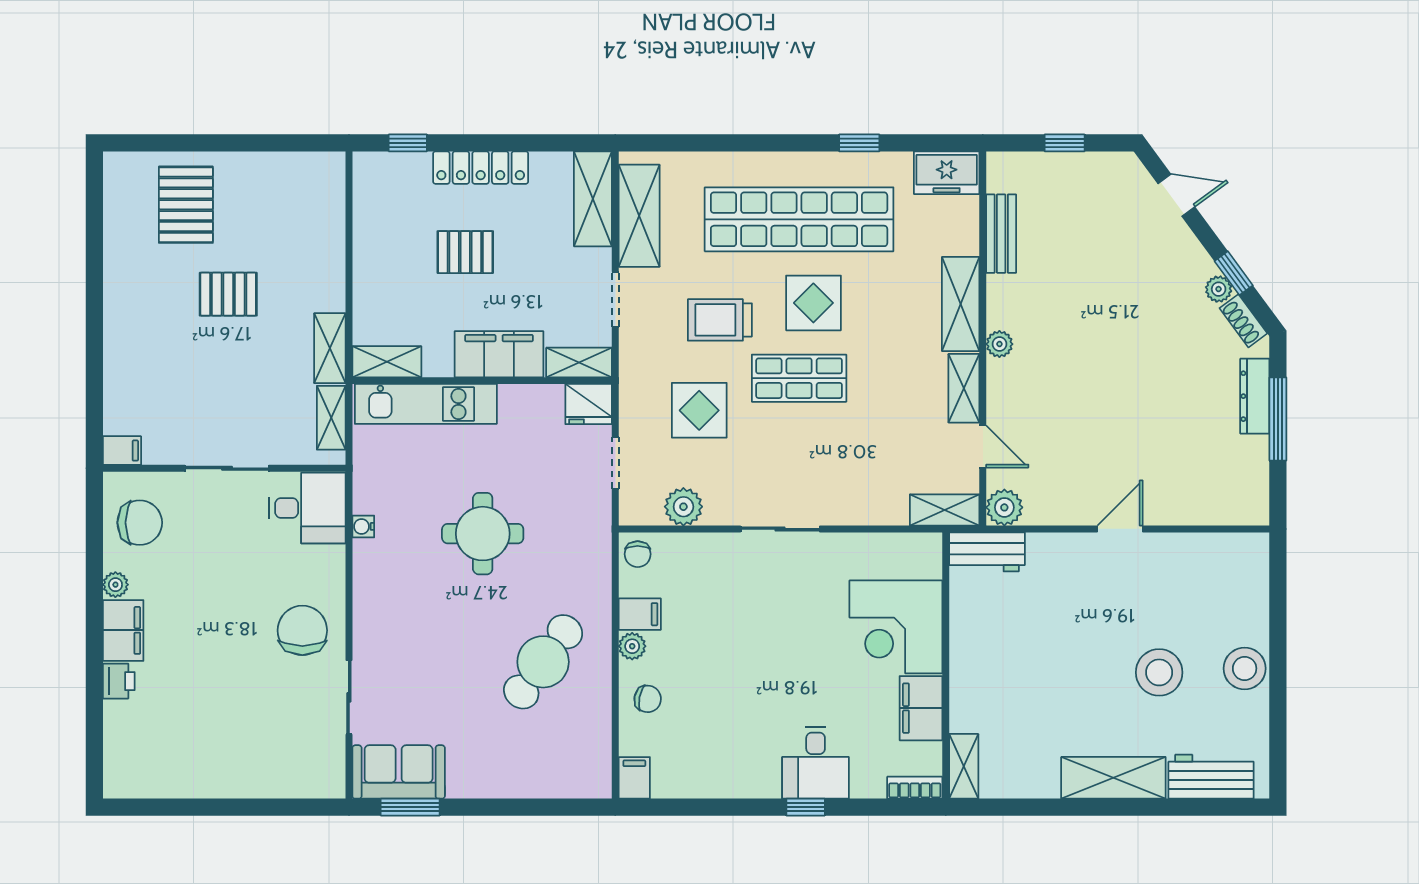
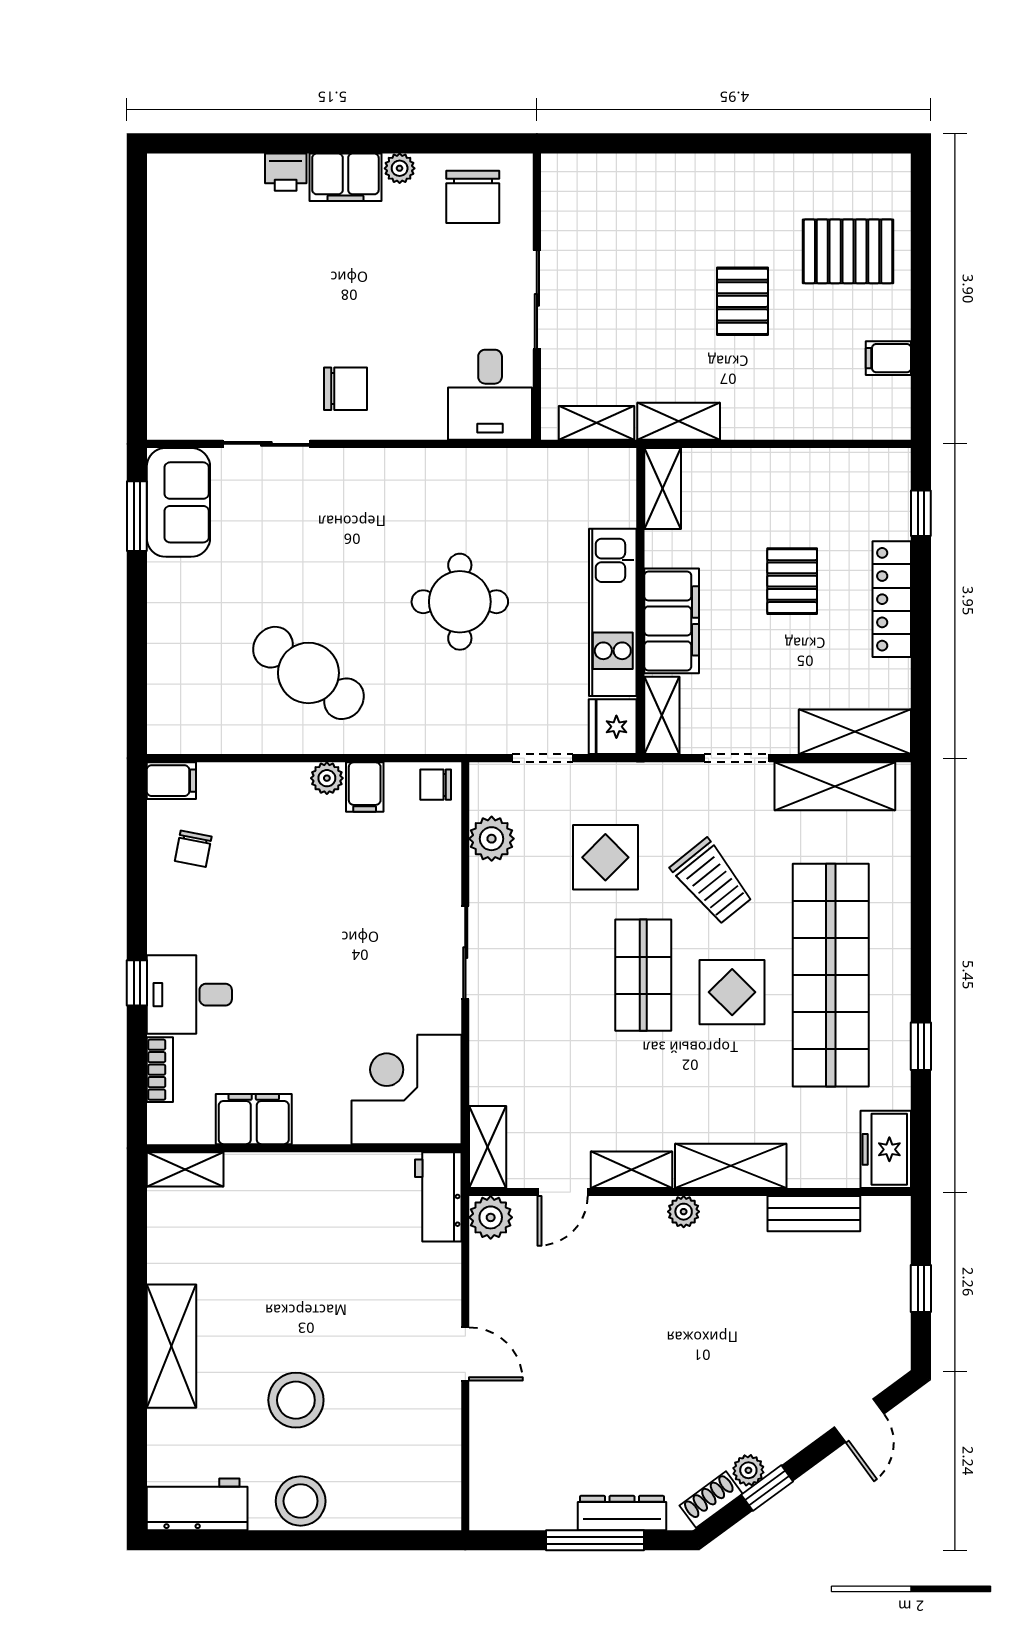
trolley: (720, 320) -> (712, 882), turned 141
kitchen unit: (426, 404) -> (613, 612), moved
filing cabinet: (122, 451) -> (888, 358), moved, turned 90
water cooler: (363, 526) -> (468, 461), removed
corner desk: (896, 627) -> (406, 1089), moved
chair: (302, 630) -> (346, 389), width x0.73, depth x0.73
chair: (648, 699) -> (193, 849), moved
workbench: (1211, 777) -> (197, 1504), moved, turned -90
bookcase: (915, 788) -> (160, 1070), moved

